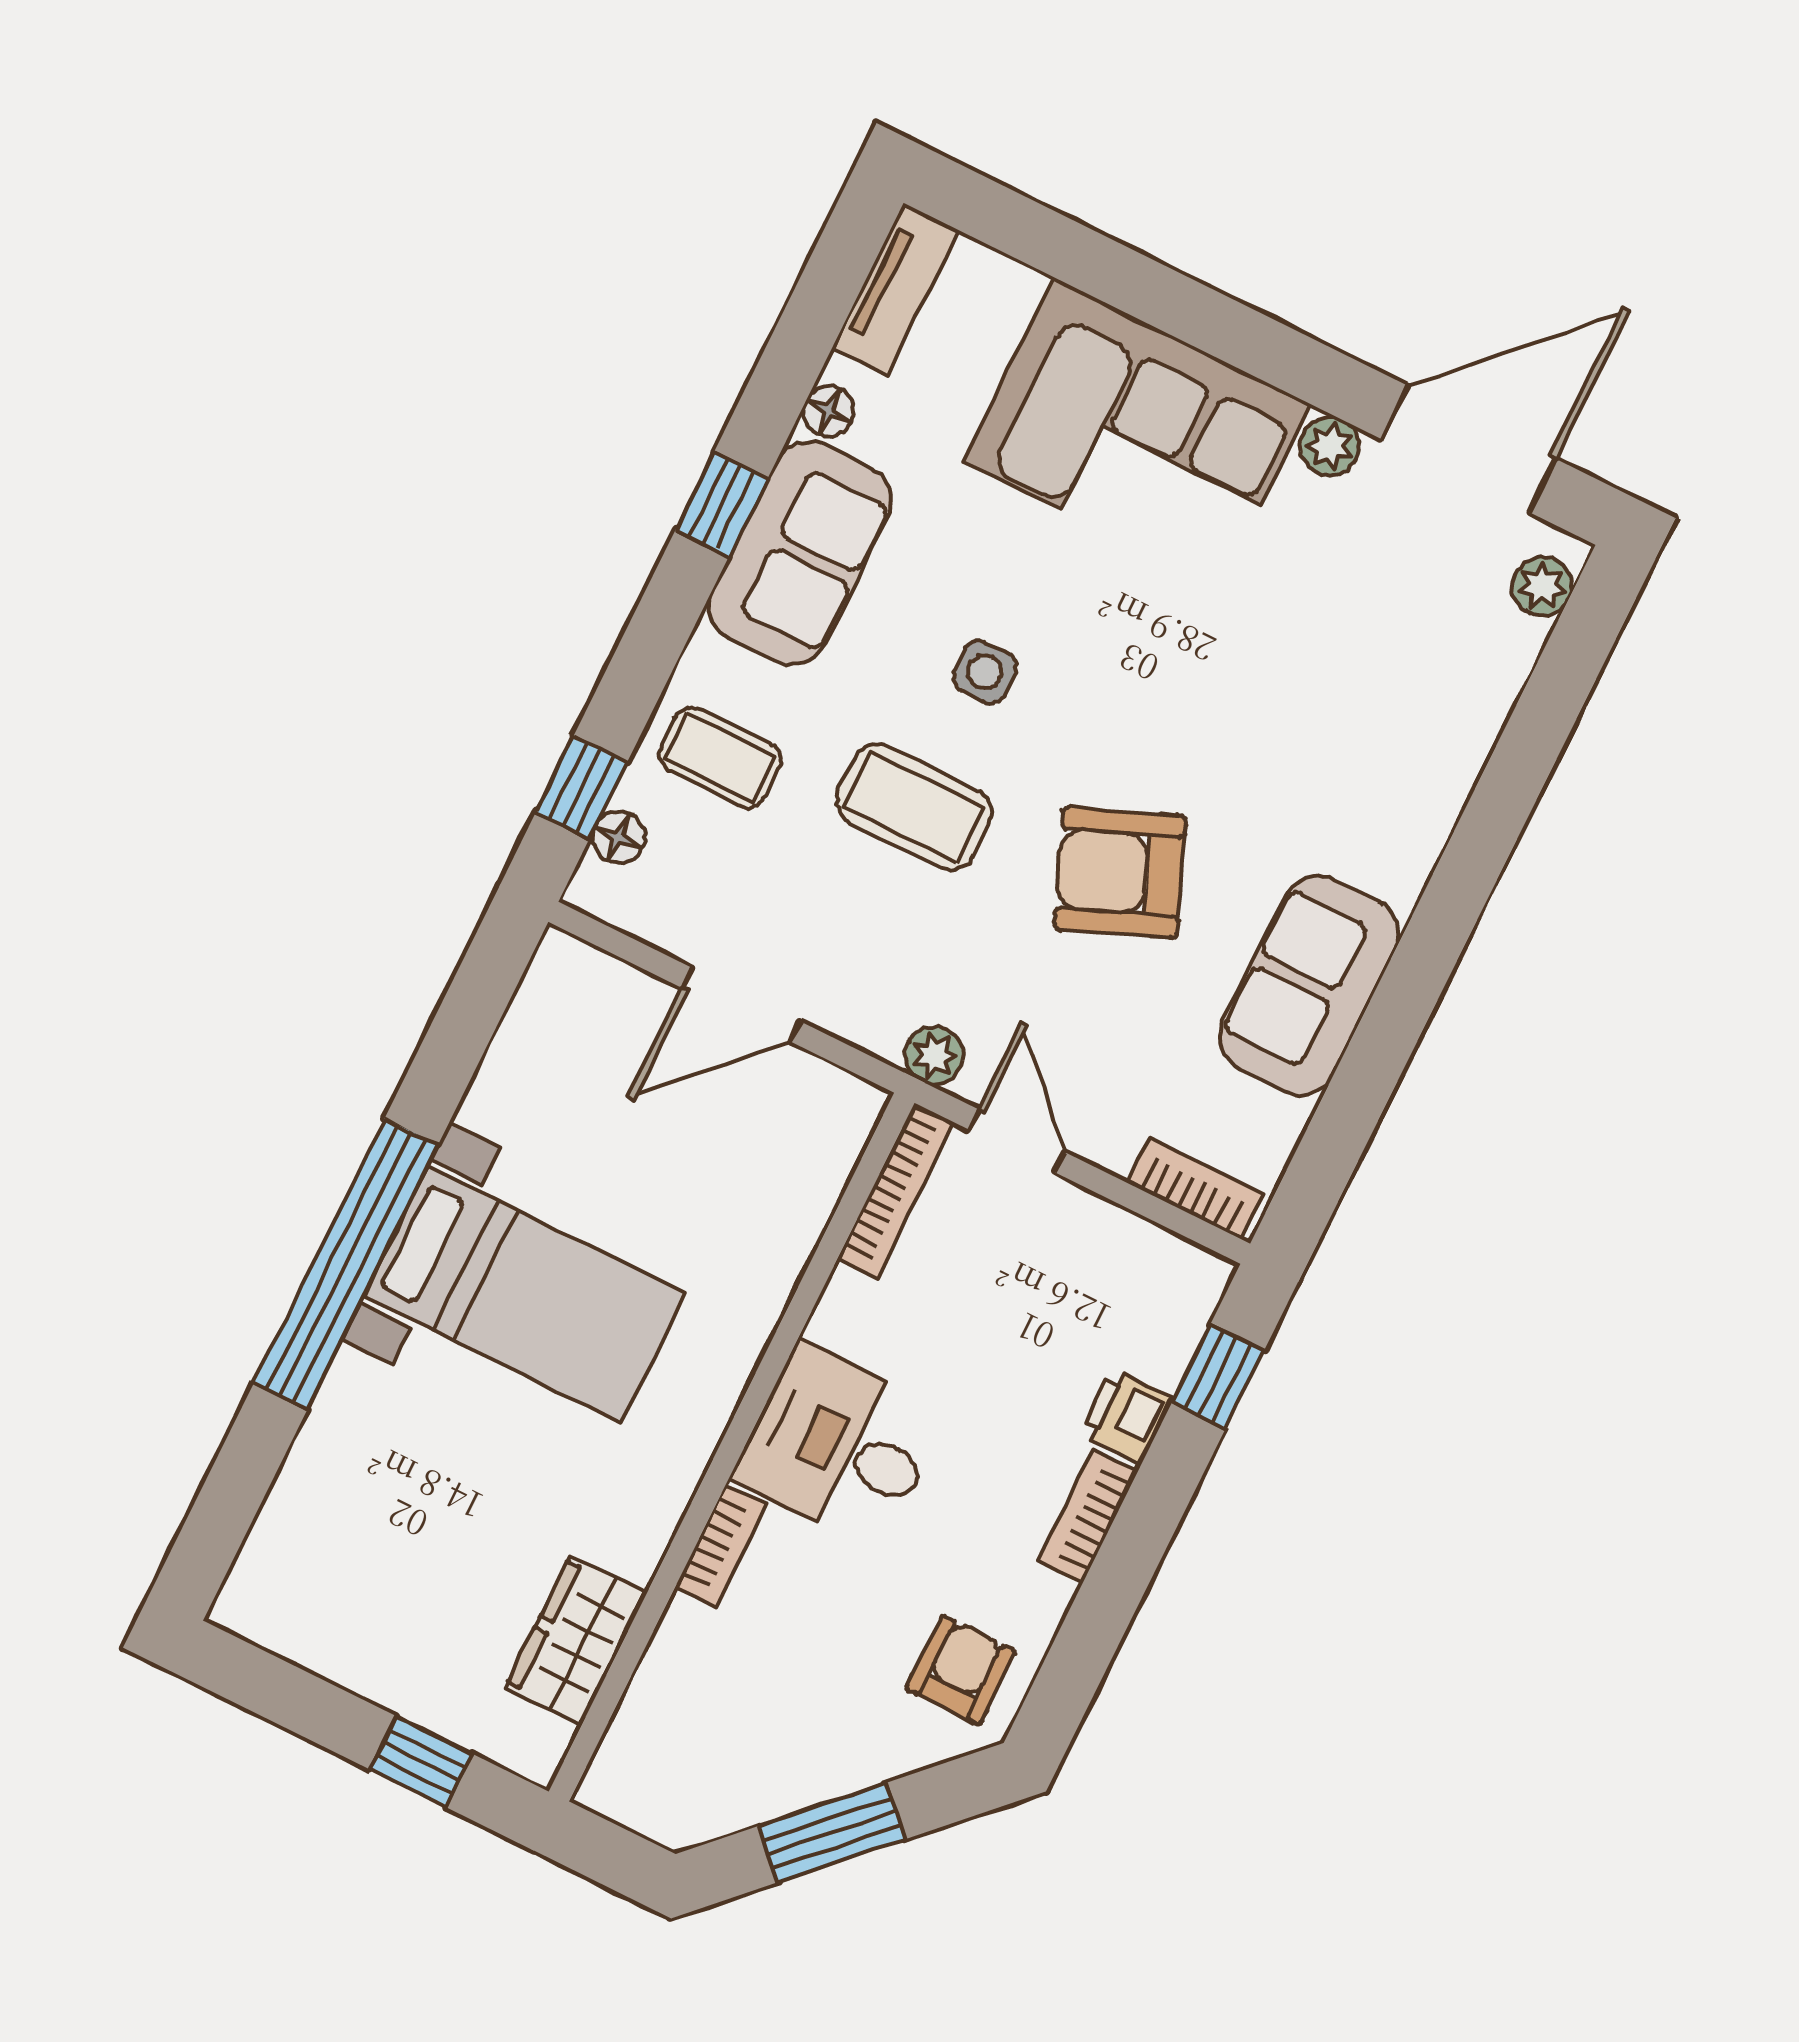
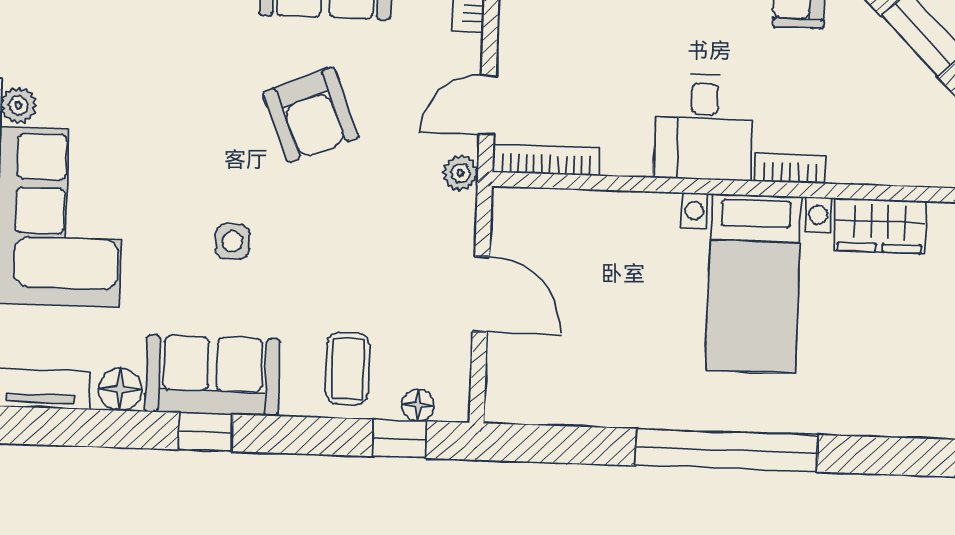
floor lamp: (829, 411) -> (120, 389), width x1.37, depth x1.37
coffee table: (914, 807) -> (326, 247), removed
bed with nightstands: (524, 1295) -> (754, 283), moved, turned 180

